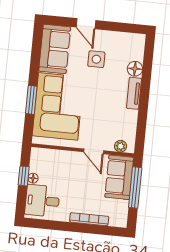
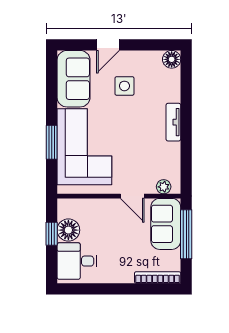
door: (86, 24) -> (108, 45), hinge flipped
floor lamp: (135, 69) -> (172, 59), moved
floor lamp: (33, 178) -> (68, 230), width x1.89, depth x1.89
bookcase: (89, 219) -> (158, 277), moved

